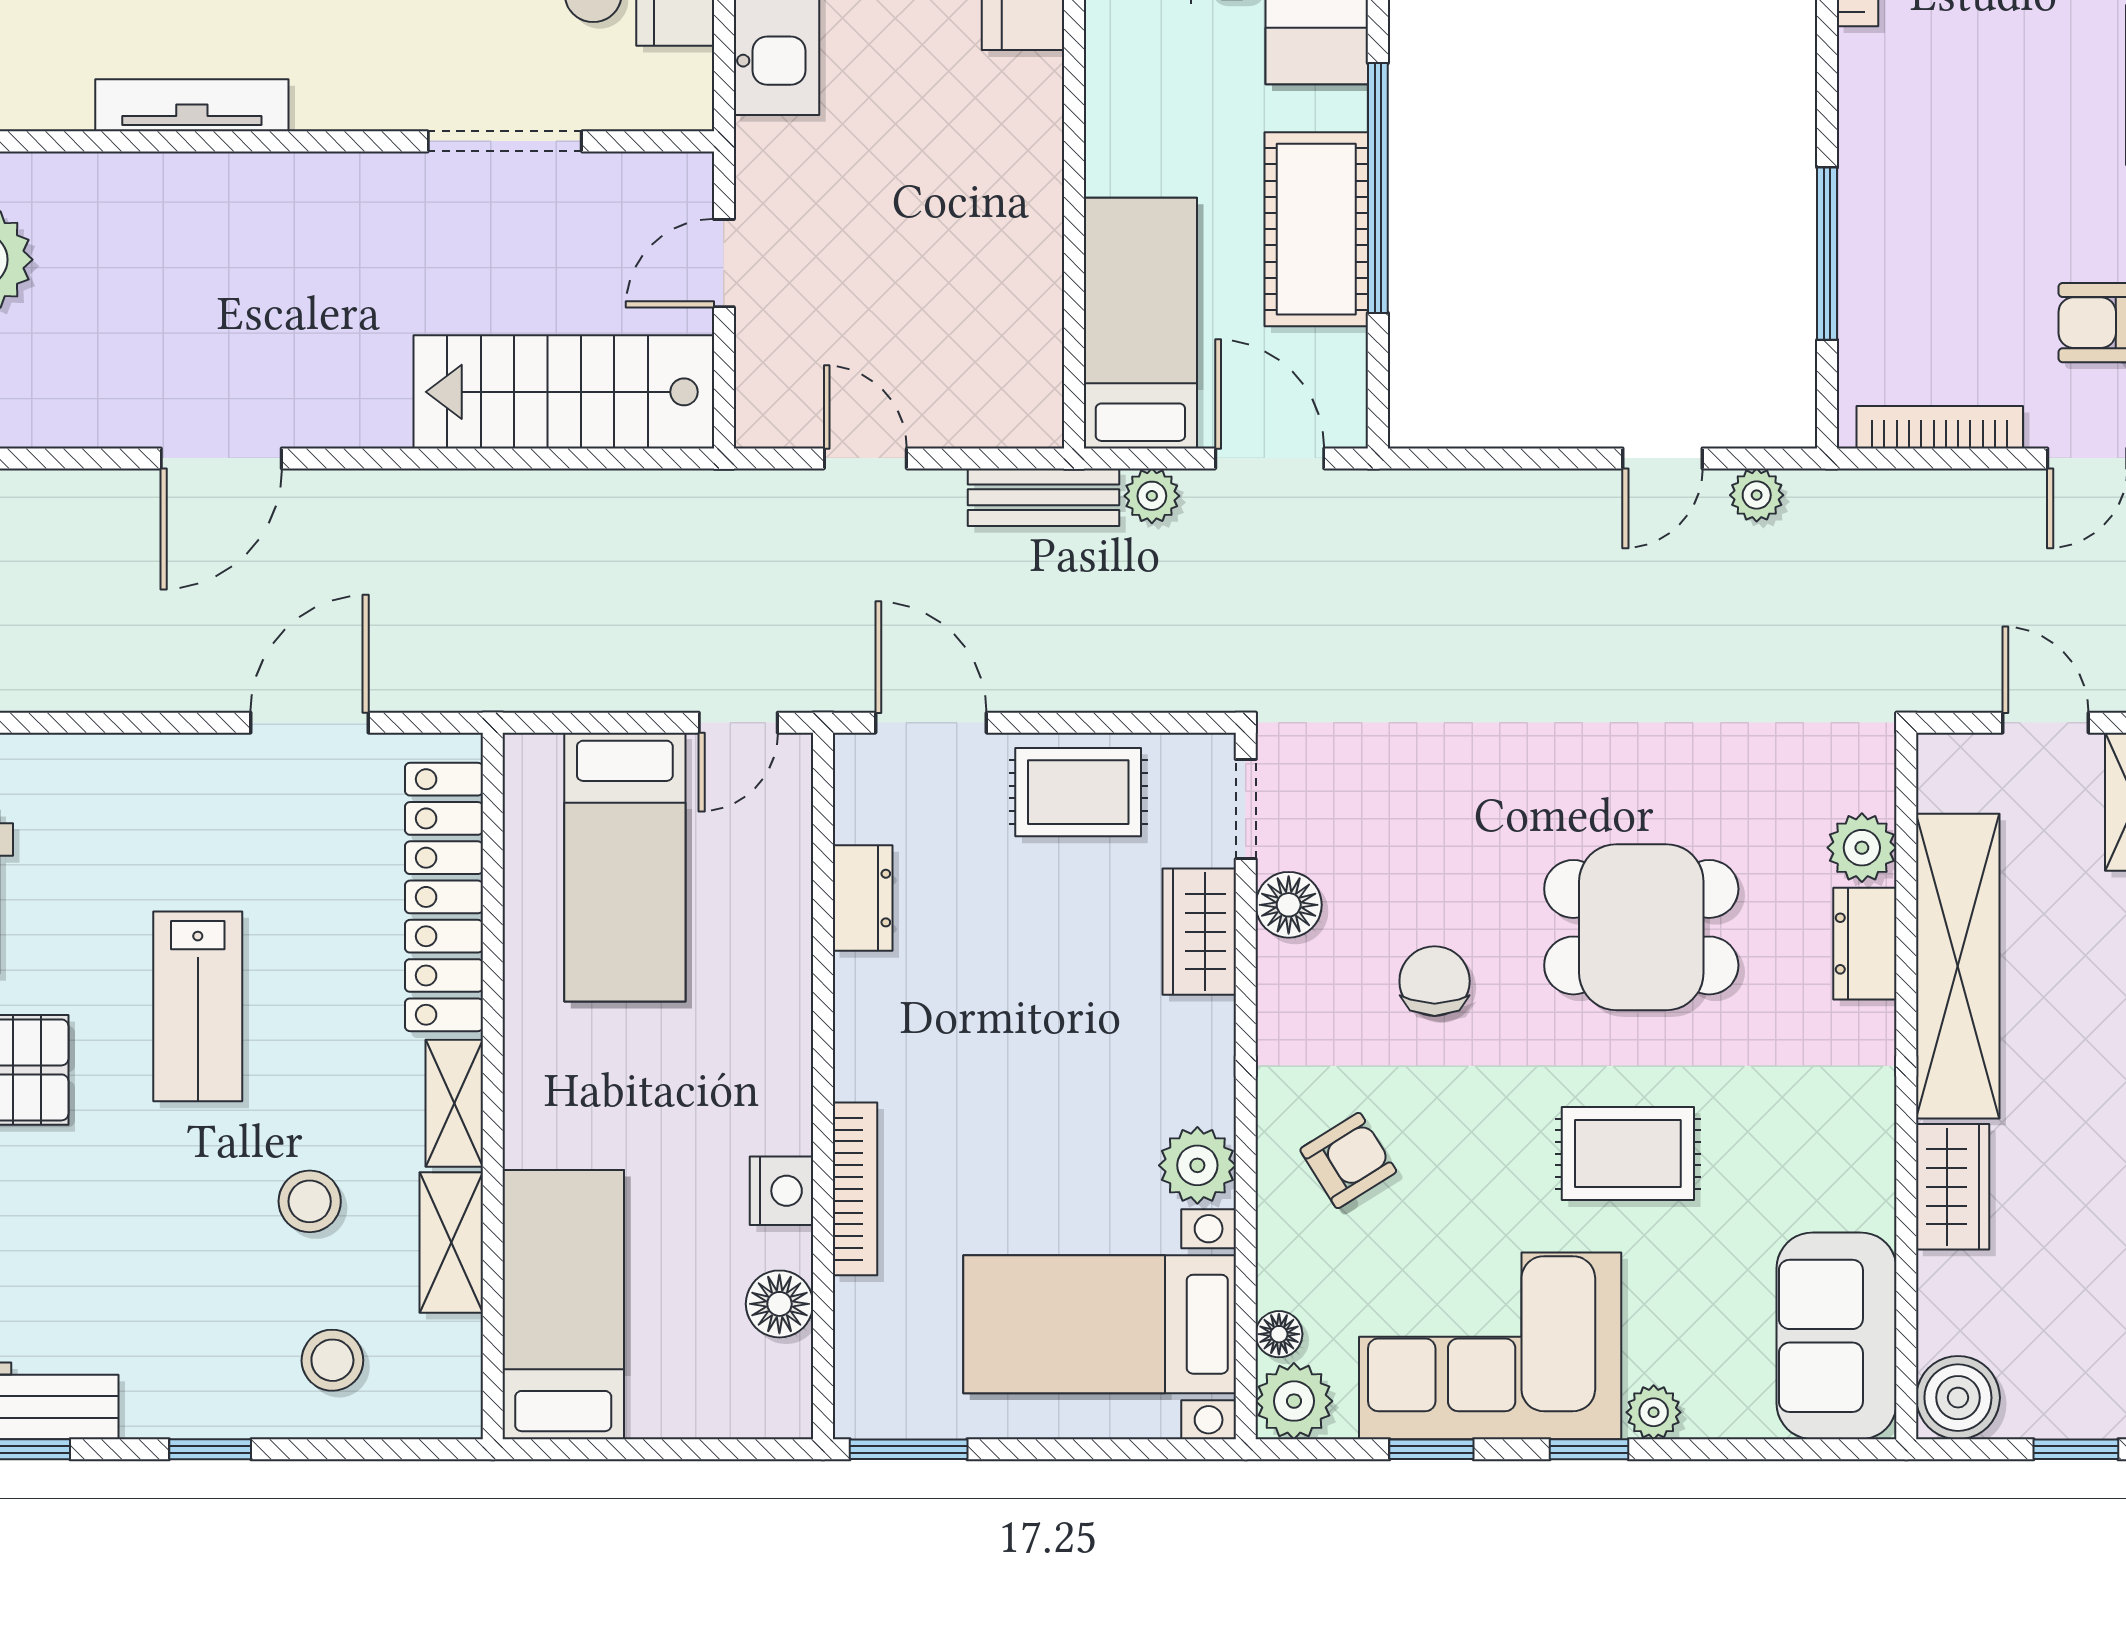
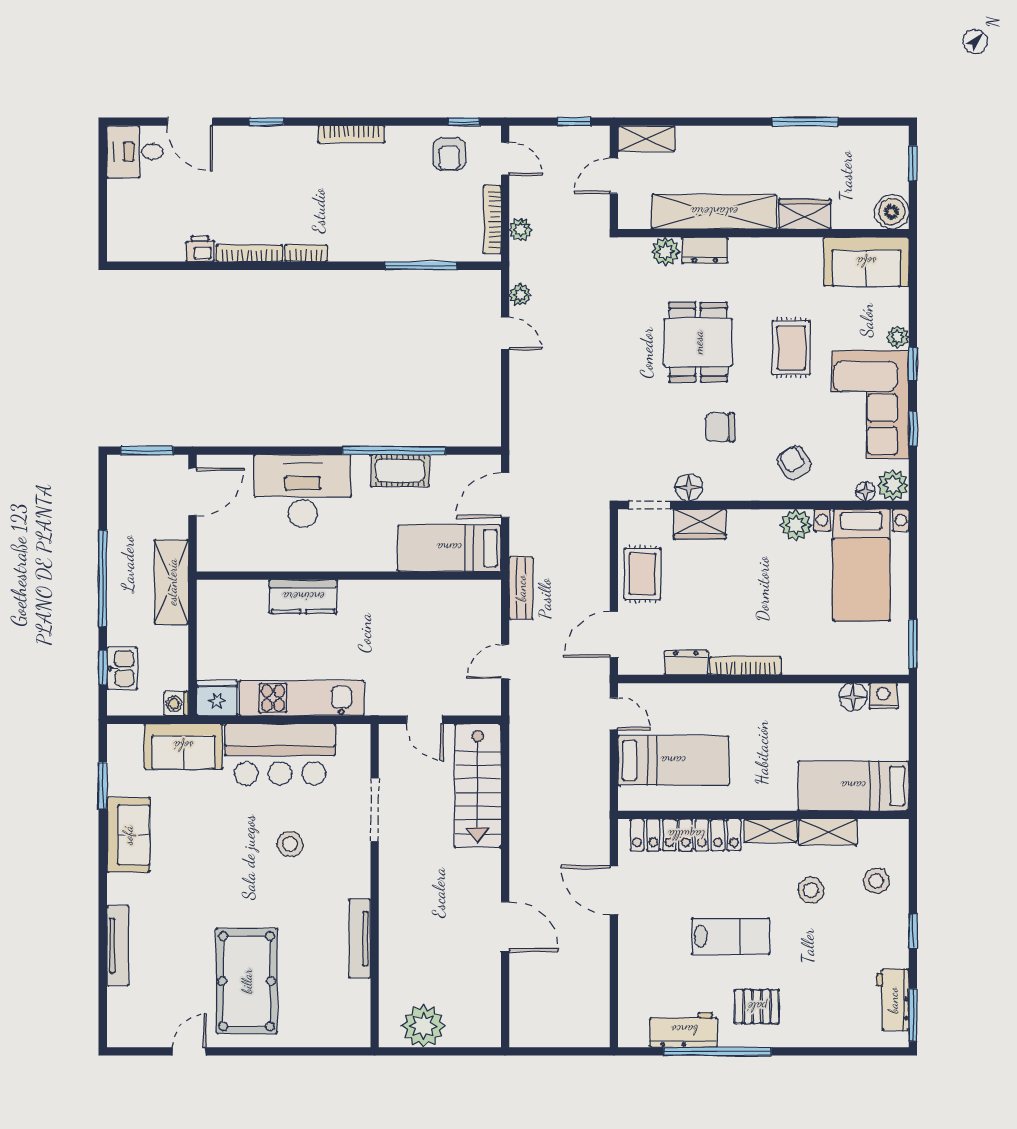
cot: (1316, 229) -> (400, 471), width x0.73, depth x0.75
plant: (1152, 496) -> (520, 230), moved
bookcase: (855, 1189) -> (746, 666), moved
nightstand: (781, 1191) -> (883, 696), moved

